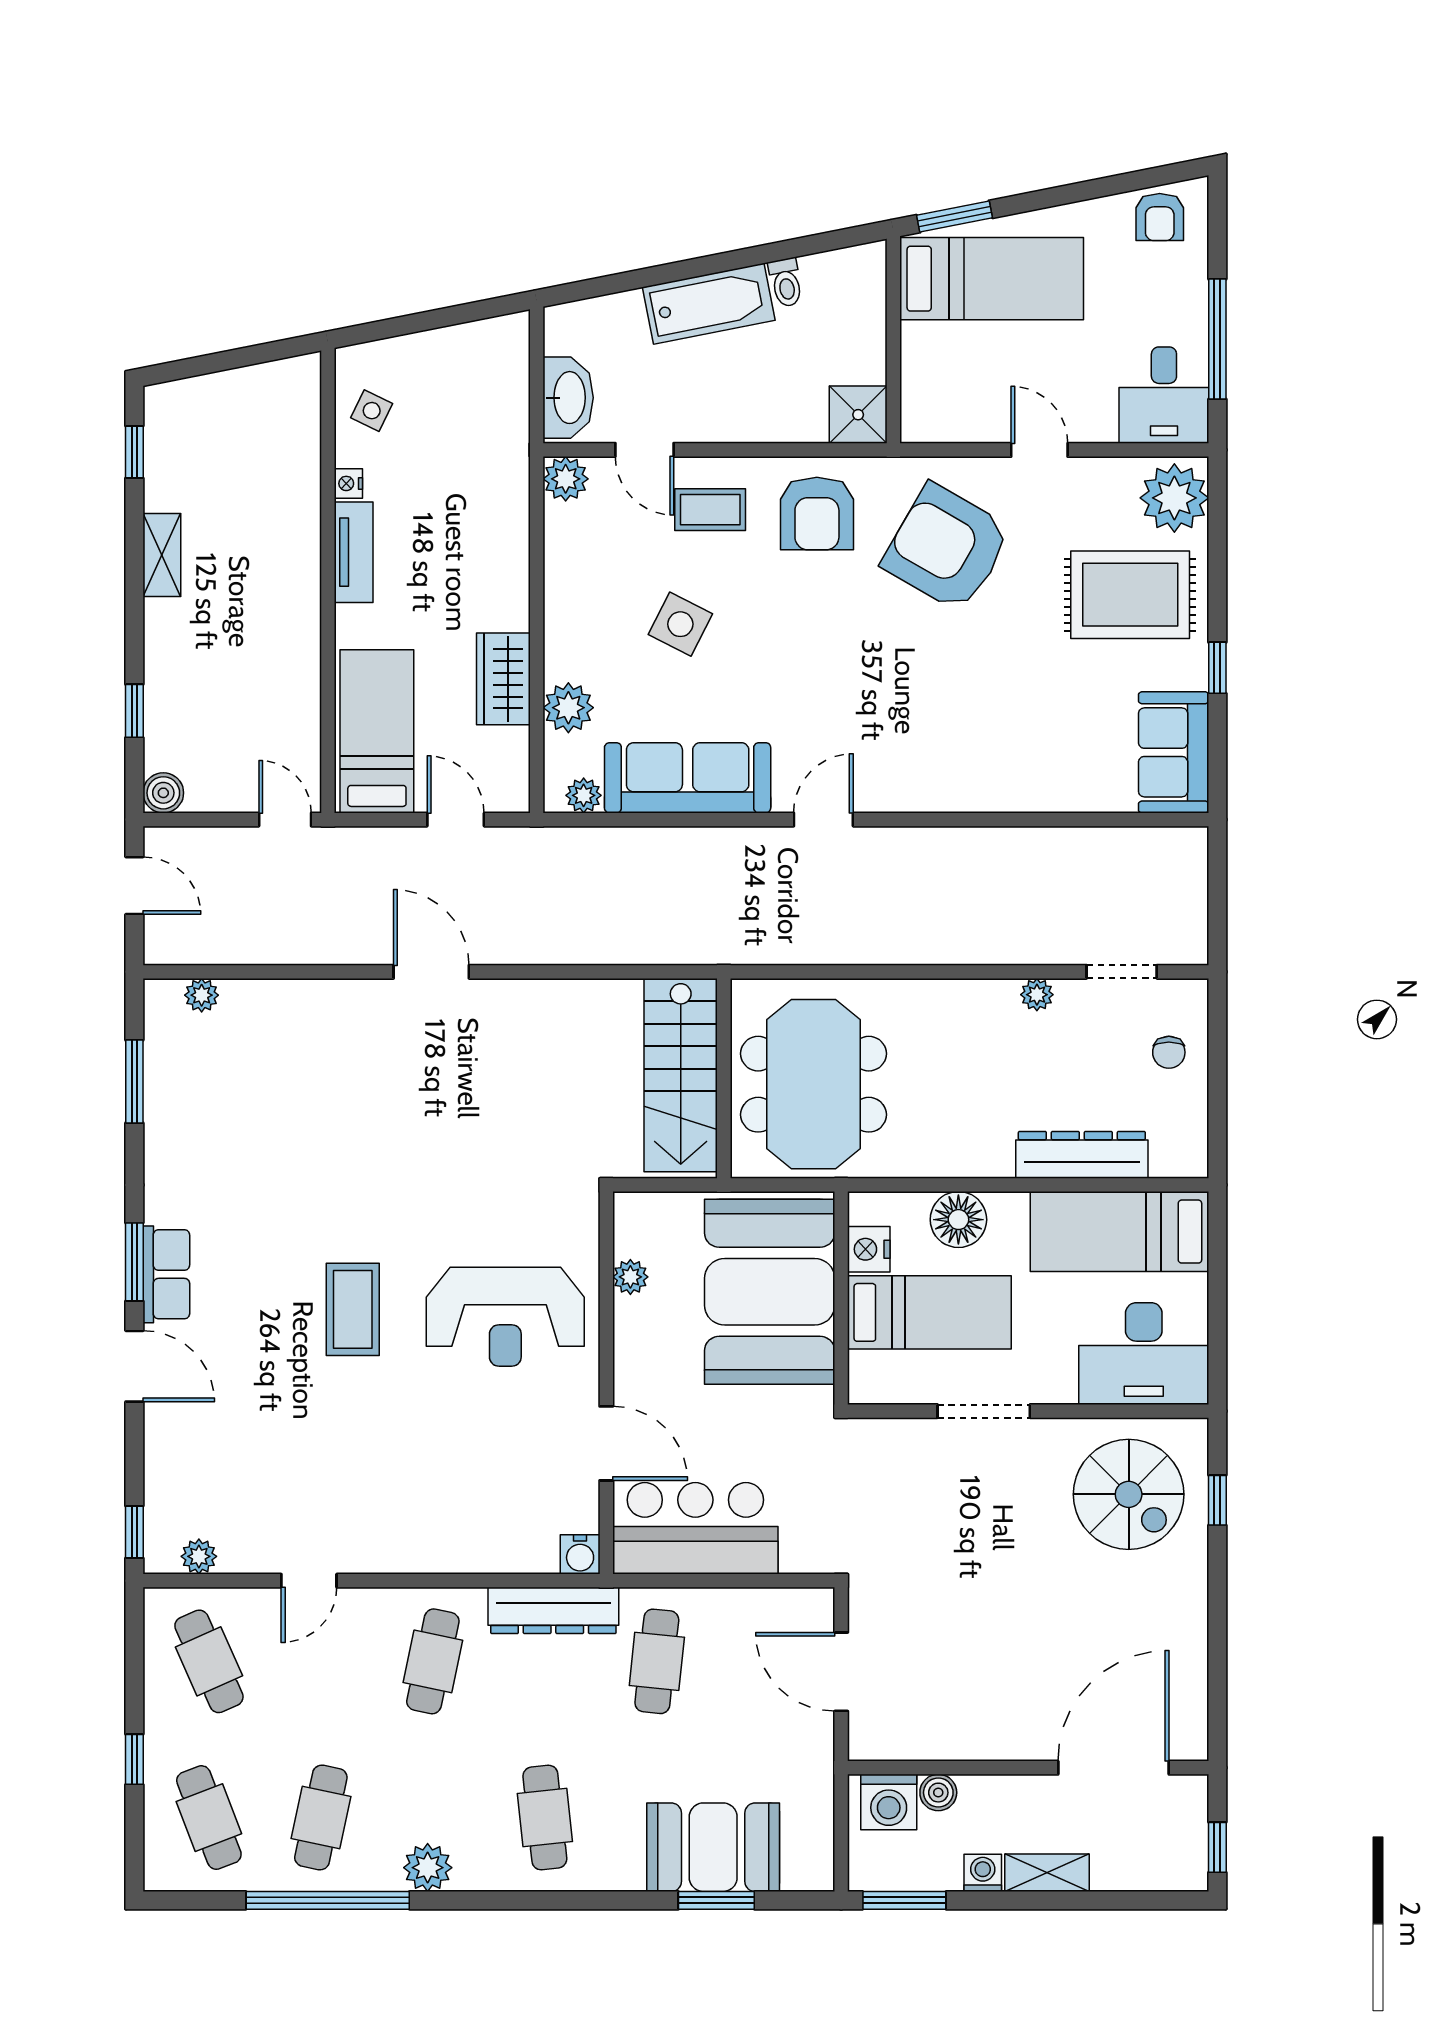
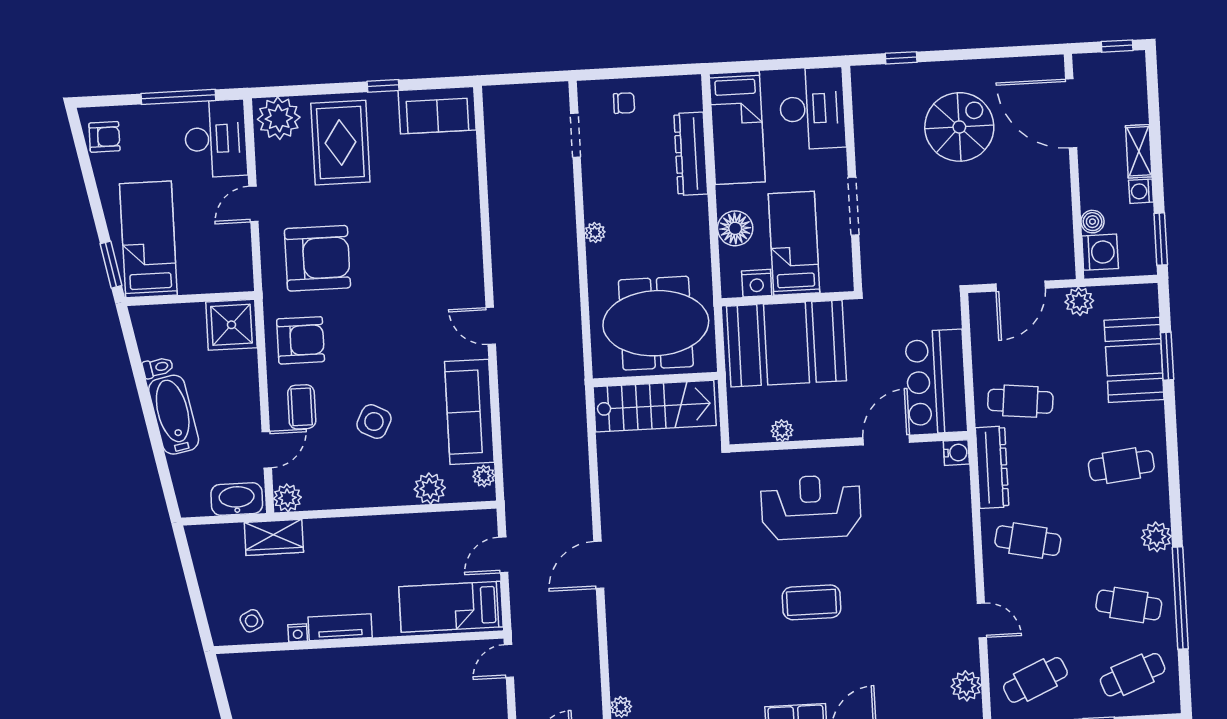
desk: (1164, 395) -> (216, 139), width x1.37
side table: (372, 411) -> (251, 621), turned 38
shower: (858, 415) -> (231, 325), width x1.36, depth x1.36
armchair: (947, 548) -> (317, 258), turned -120
wardrobe: (503, 679) -> (274, 537), moved
plant: (1037, 995) -> (595, 233), moved
reception desk: (505, 1317) -> (811, 507), turned -90
spiral stairs: (1129, 1494) -> (959, 127), moved
plant: (199, 1556) -> (966, 686), width x1.38, depth x1.38
plant: (812, 1764) -> (1079, 301), added

